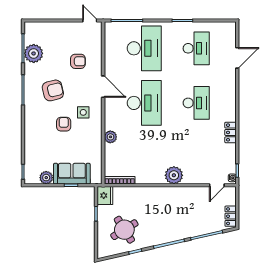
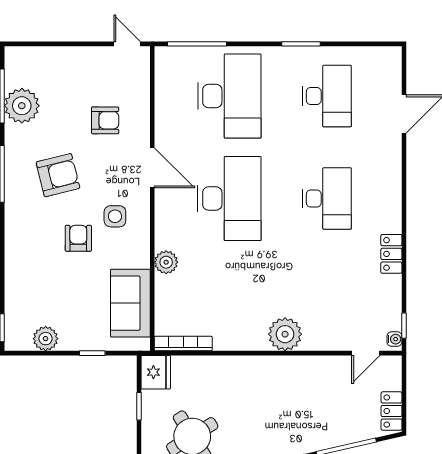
sofa: (72, 174) -> (130, 303), moved, turned -90

